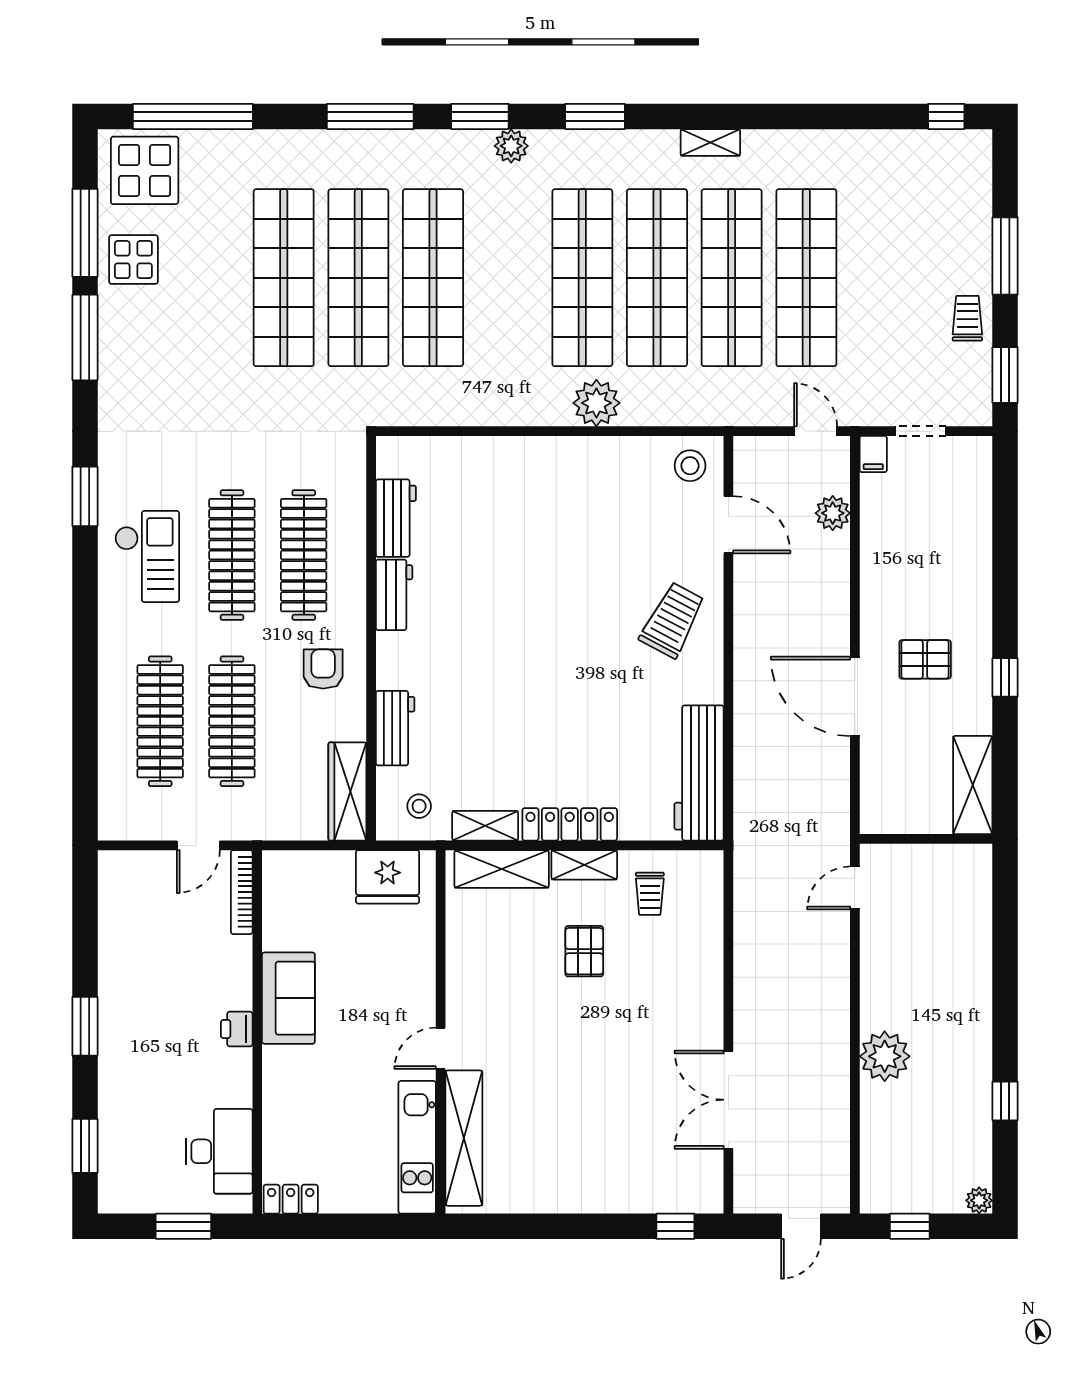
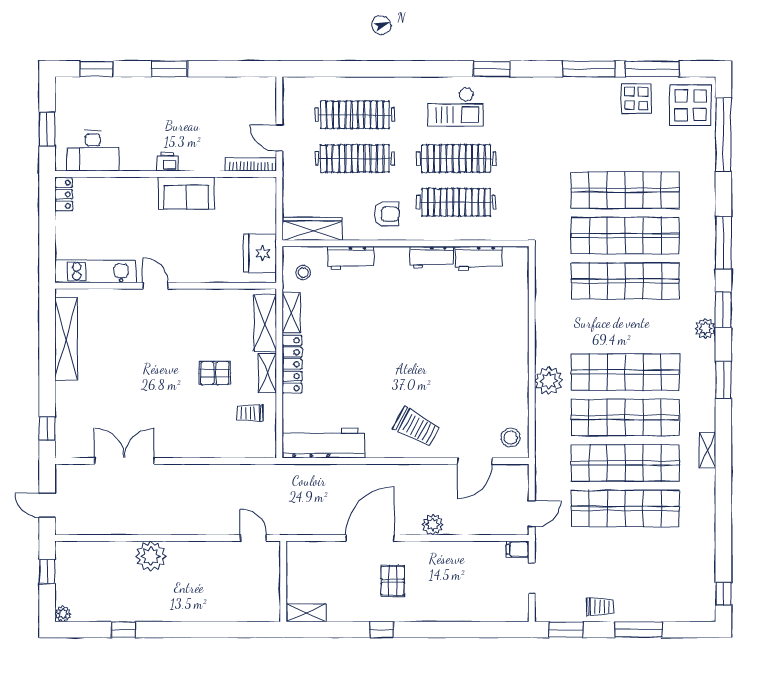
plant: (833, 513) -> (433, 525), moved
shelving: (973, 785) -> (306, 613), width x0.67, depth x0.75
shelving: (464, 1138) -> (66, 339), moved, turned 90

